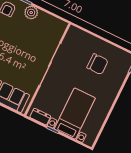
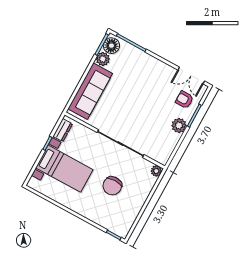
plant: (73, 31) -> (156, 171), added
chair: (98, 64) -> (112, 186), moved

